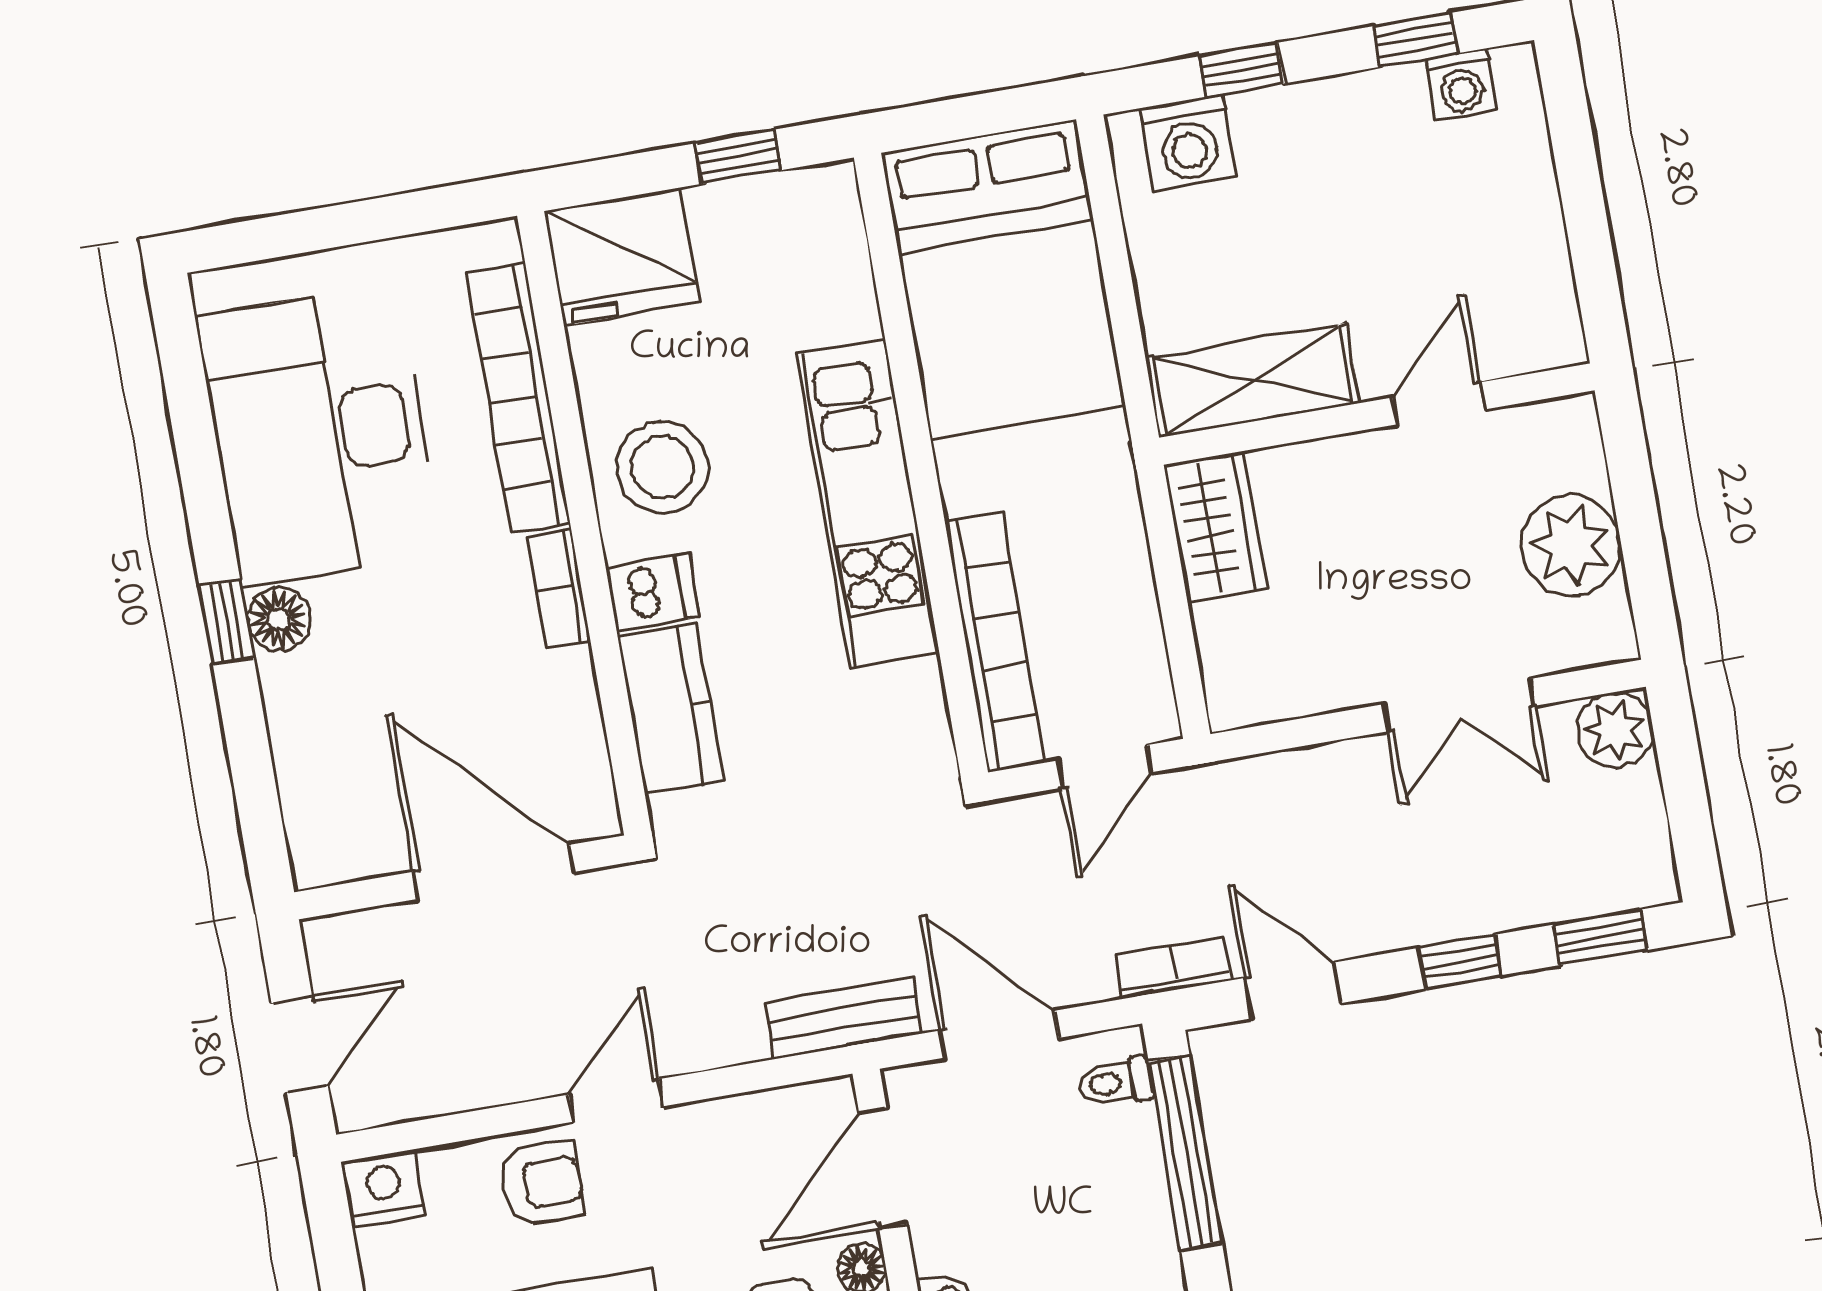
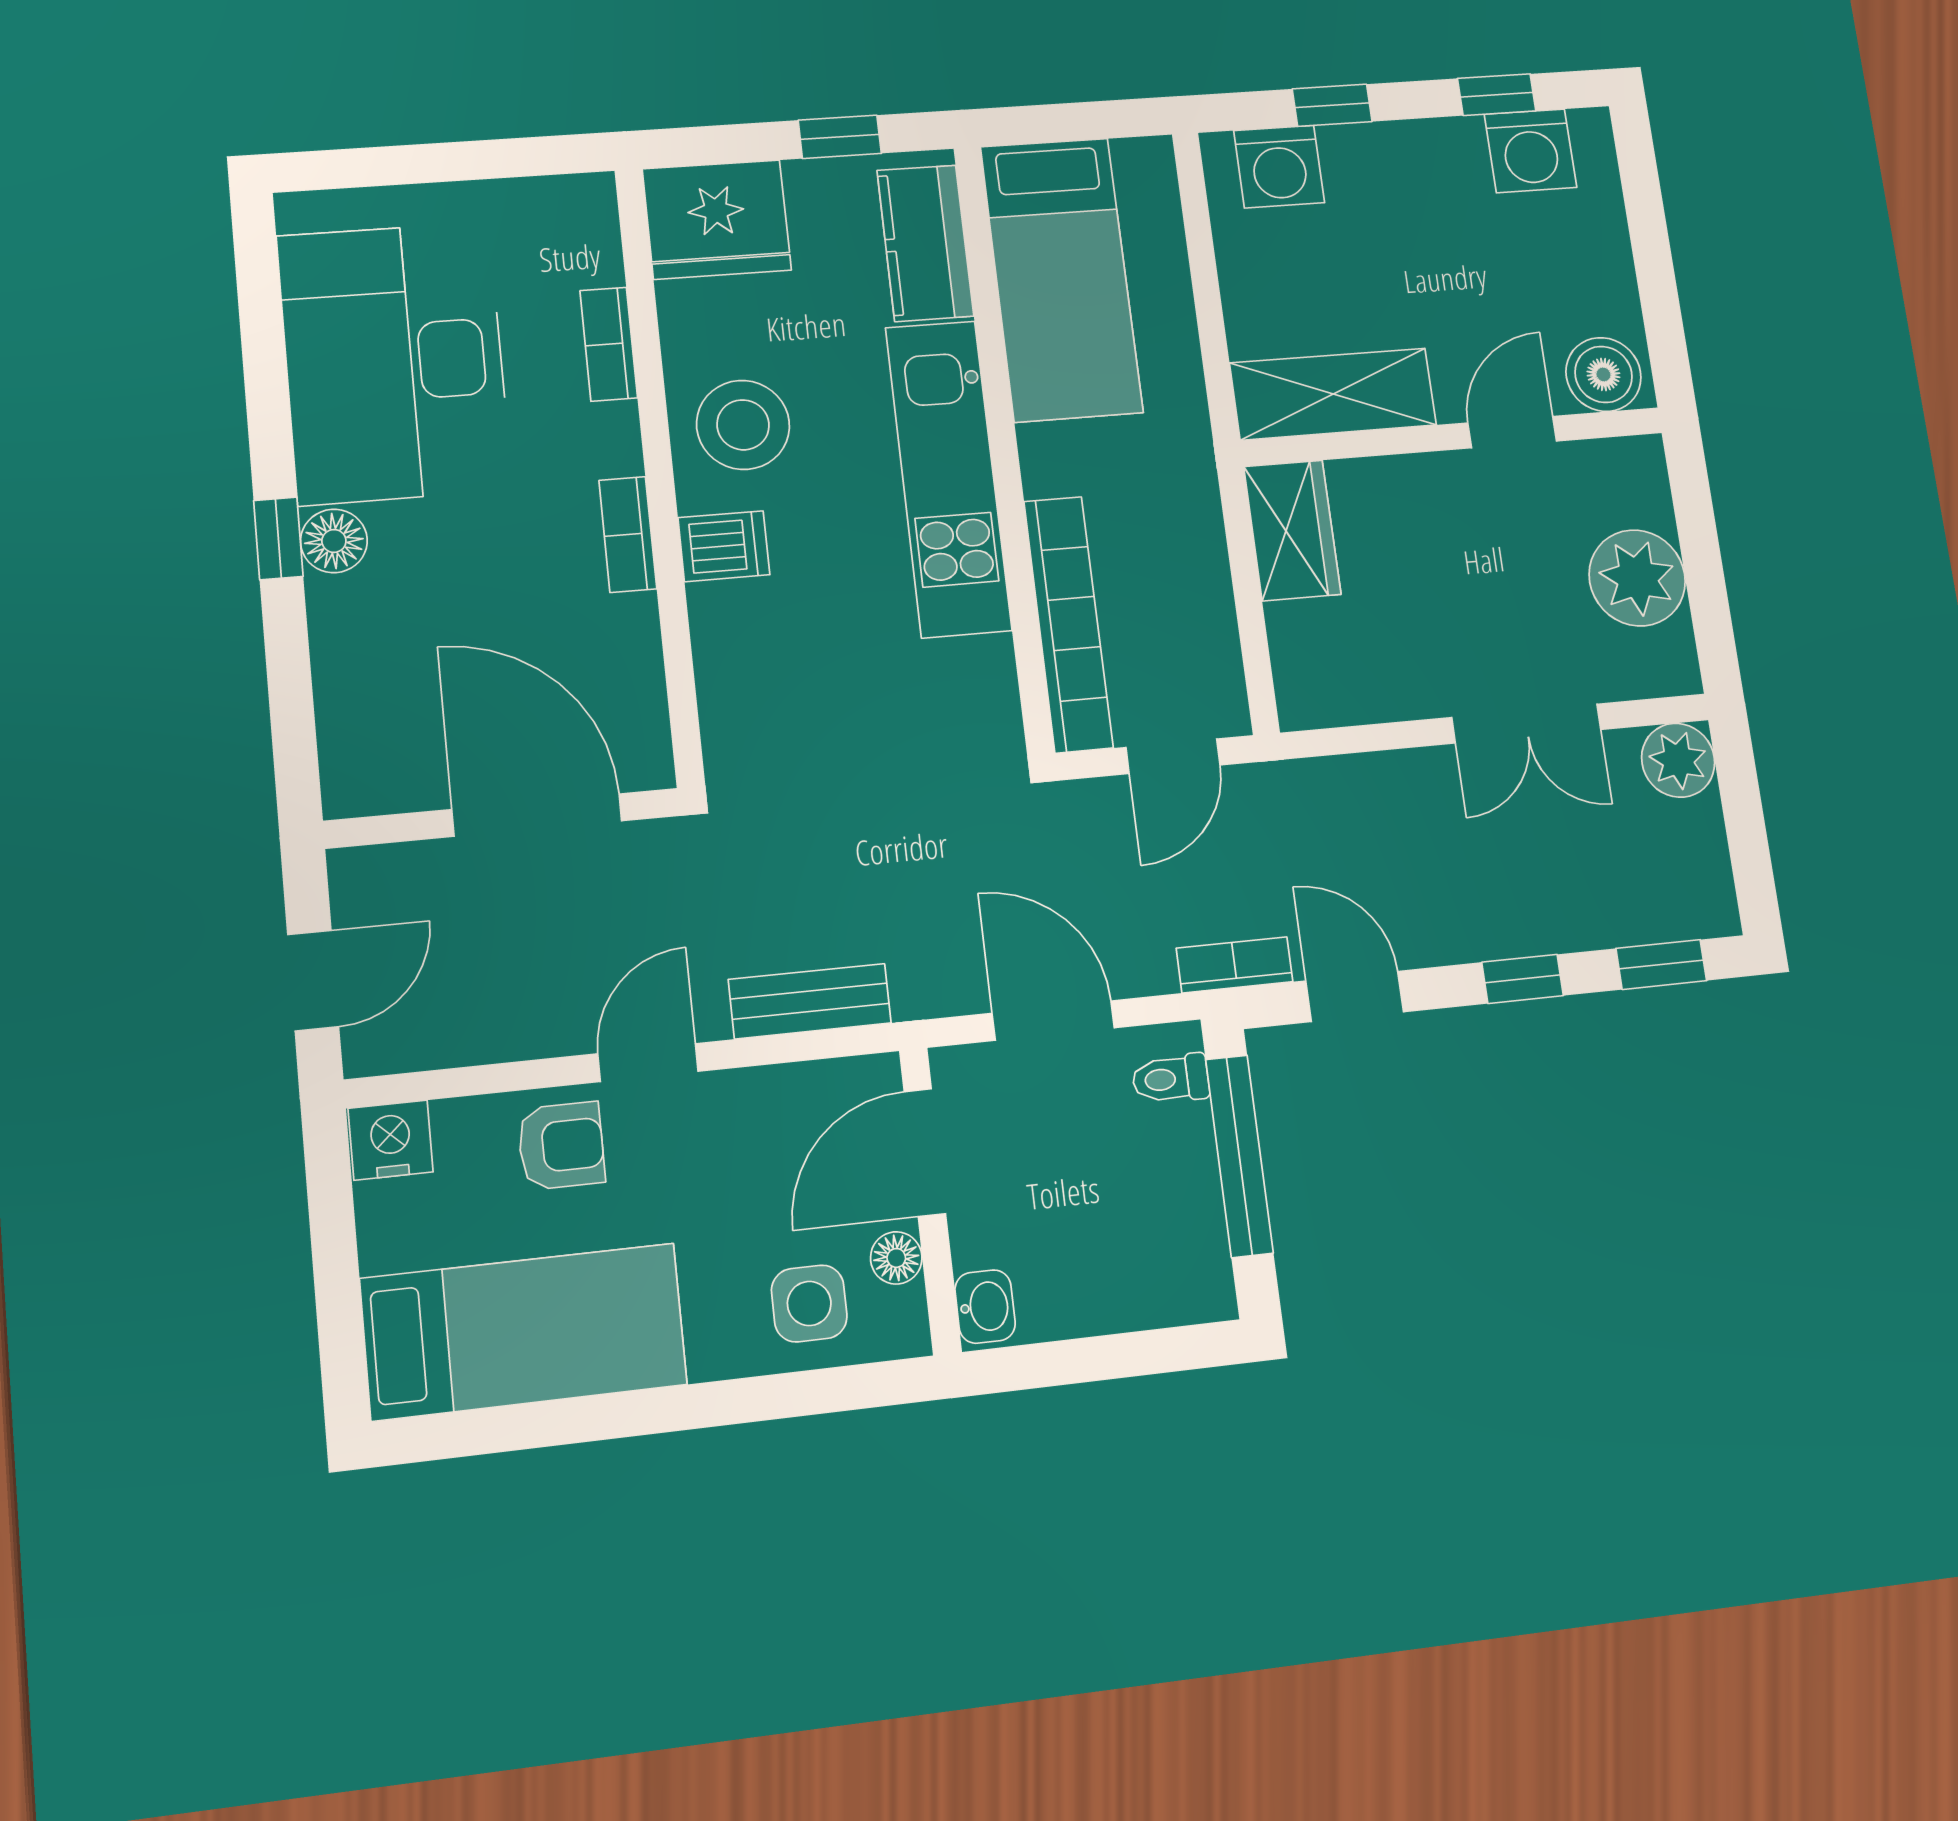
washing machine: (1461, 84) -> (1530, 151), width x1.38, depth x1.38
bed: (1003, 280) -> (1061, 279), width x0.67
boiler: (1533, 333) -> (1603, 374), added
bookcase: (518, 398) -> (609, 344), width x0.43, depth x0.76
kitchen counter: (671, 709) -> (925, 243), moved, turned 180
bench: (844, 1018) -> (810, 1001), moved

